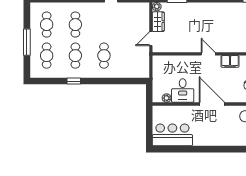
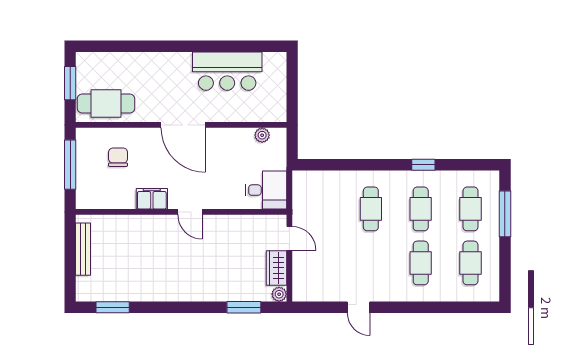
door: (151, 39) -> (289, 238), hinge flipped
window: (27, 42) -> (505, 214), moved
desk: (183, 91) -> (266, 190), moved, turned 90
bar counter: (172, 135) -> (227, 71), moved

